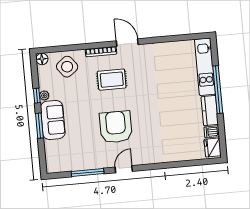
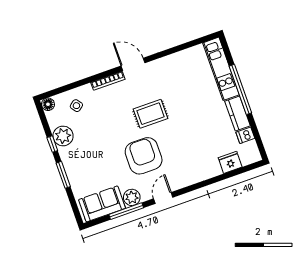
side table: (67, 67) -> (76, 106), width x0.54, depth x0.54
rug: (112, 80) -> (151, 114), moved
plant: (44, 95) -> (63, 136), width x1.88, depth x1.88
sofa: (53, 120) -> (102, 204), moved, turned -90
fridge: (213, 148) -> (230, 162), moved, turned 90
plant: (96, 162) -> (132, 197), added

